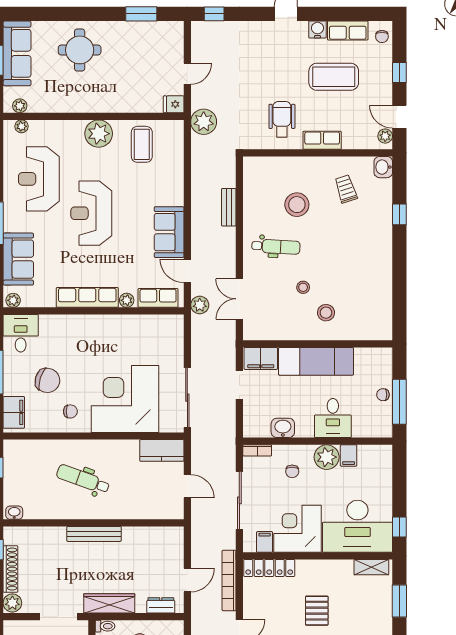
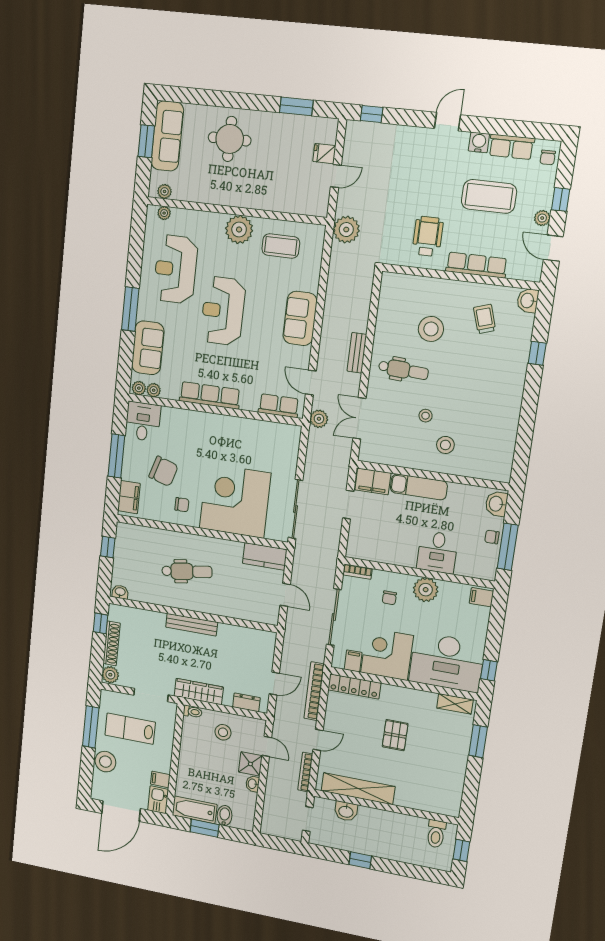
fridge: (174, 104) -> (324, 154), moved
plant: (385, 136) -> (542, 218), moved
row of seats: (322, 140) -> (477, 265), width x1.48
coffee table: (142, 144) -> (281, 246), turned 90
bench: (229, 207) -> (357, 353), moved
sofa: (169, 232) -> (300, 318), moved
plant: (127, 300) -> (154, 390), moved
exam couch: (316, 361) -> (419, 487), width x0.73, depth x0.69
washbasin: (283, 428) -> (496, 504), moved, turned -90
filing cabinet: (349, 456) -> (481, 597), moved, turned 90
dental chair: (83, 479) -> (187, 571), turned 152

